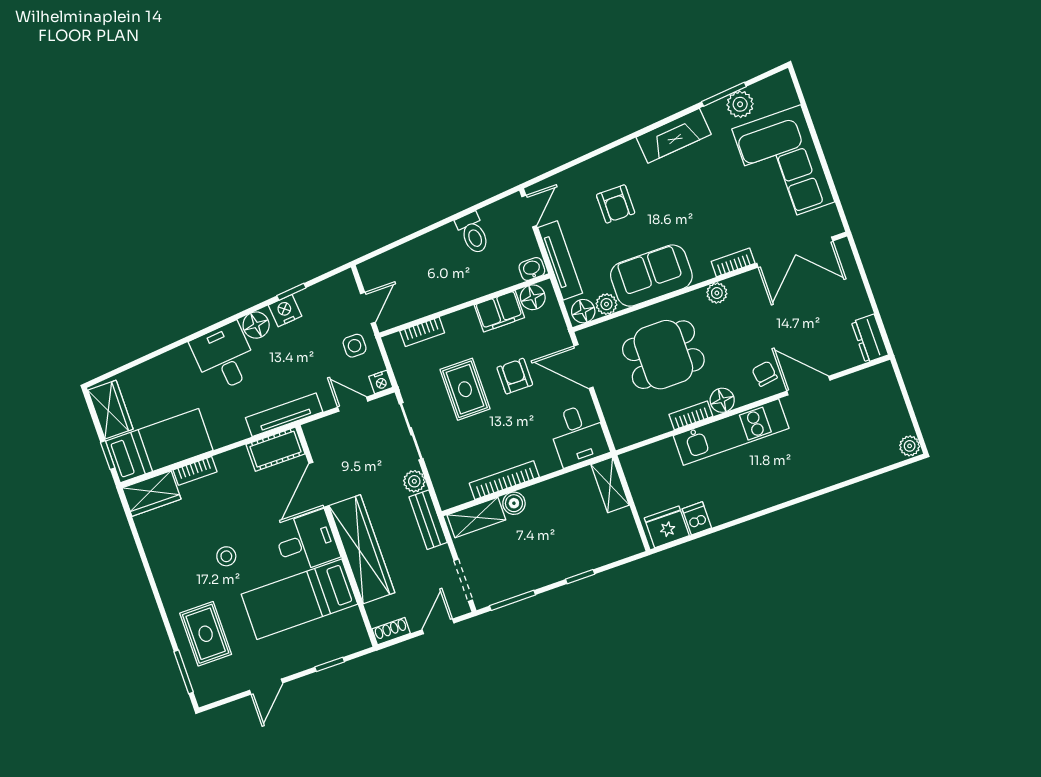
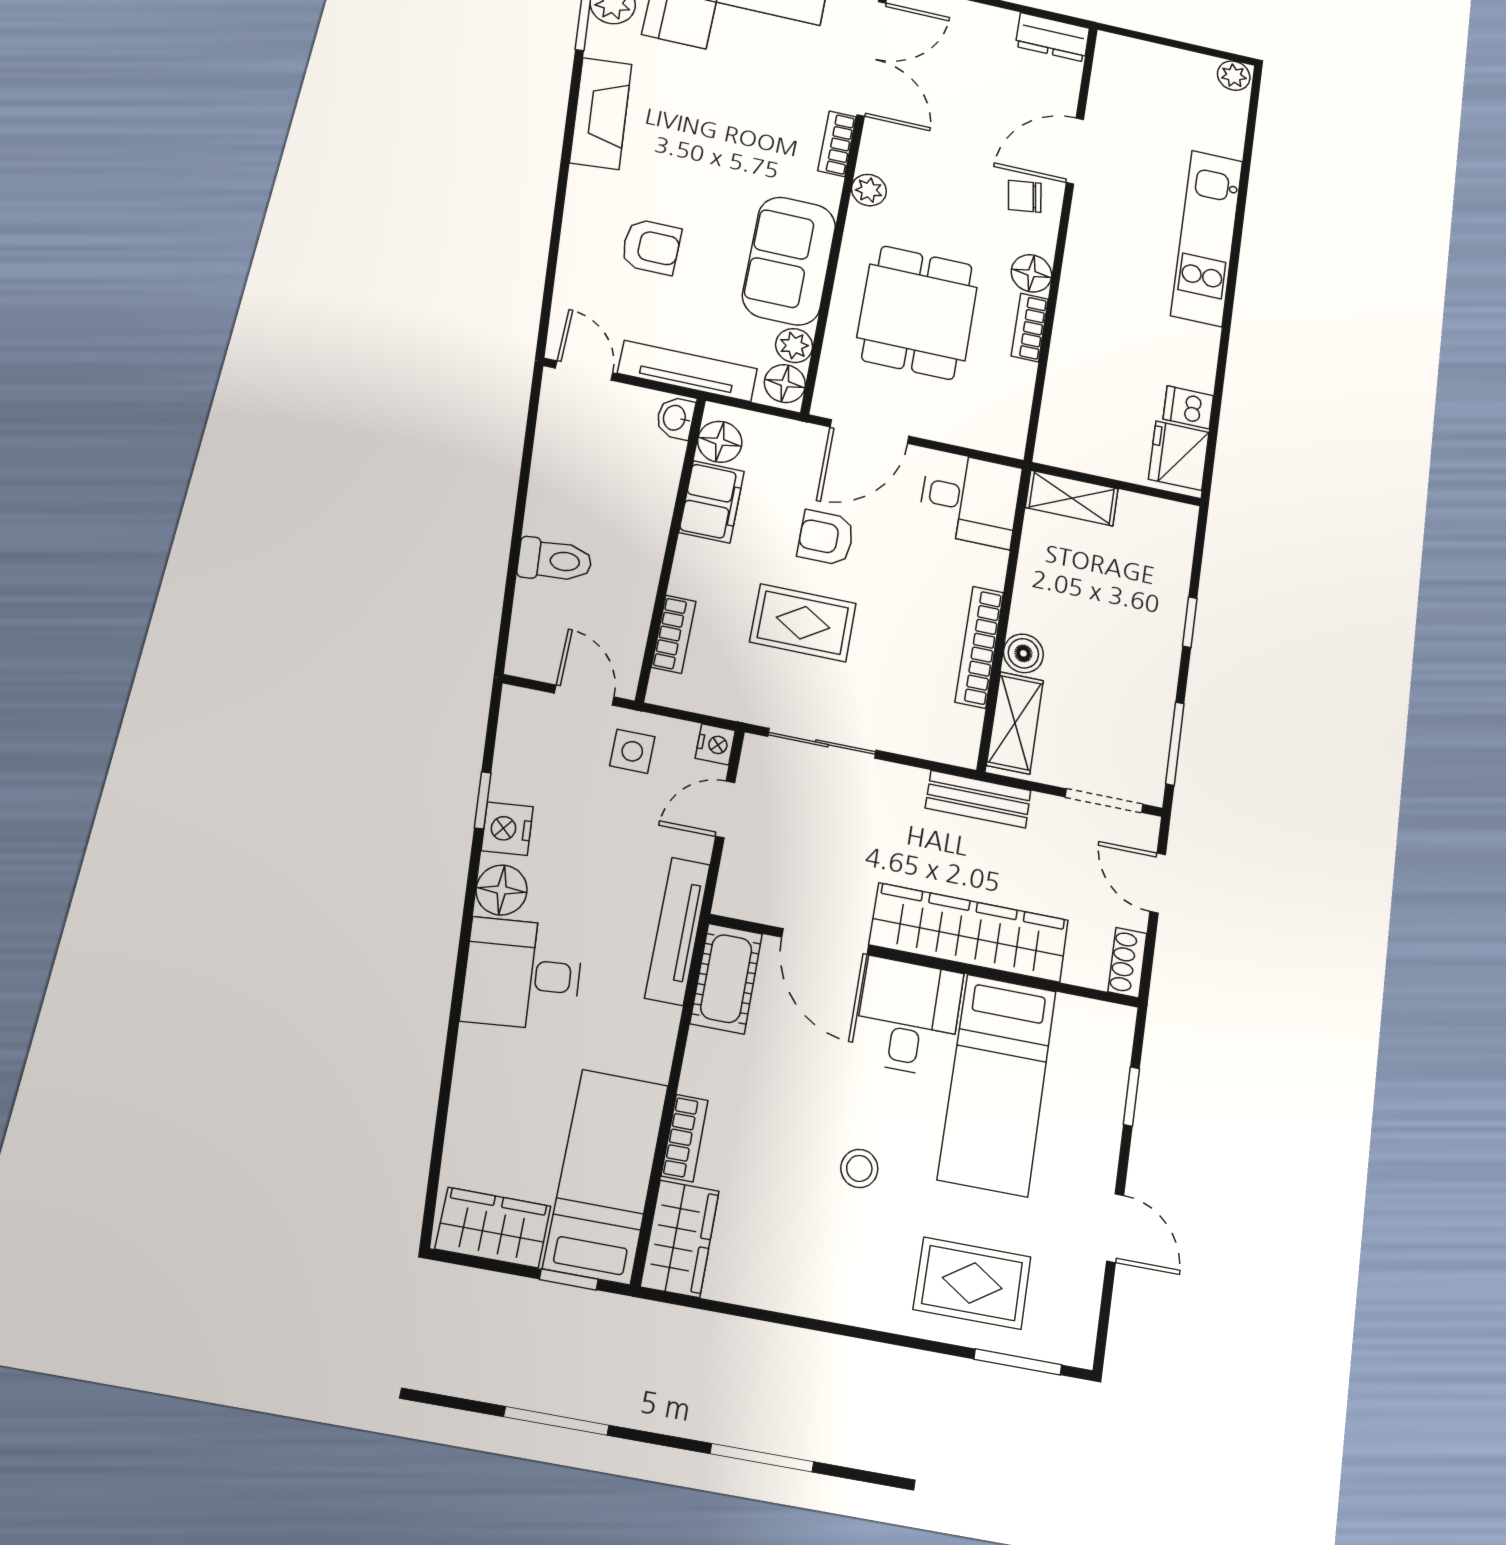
toilet: (473, 233) -> (555, 560), moved
kitchen unit: (731, 432) -> (1207, 238), moved, turned 180
plant: (414, 481) -> (905, 785), removed

